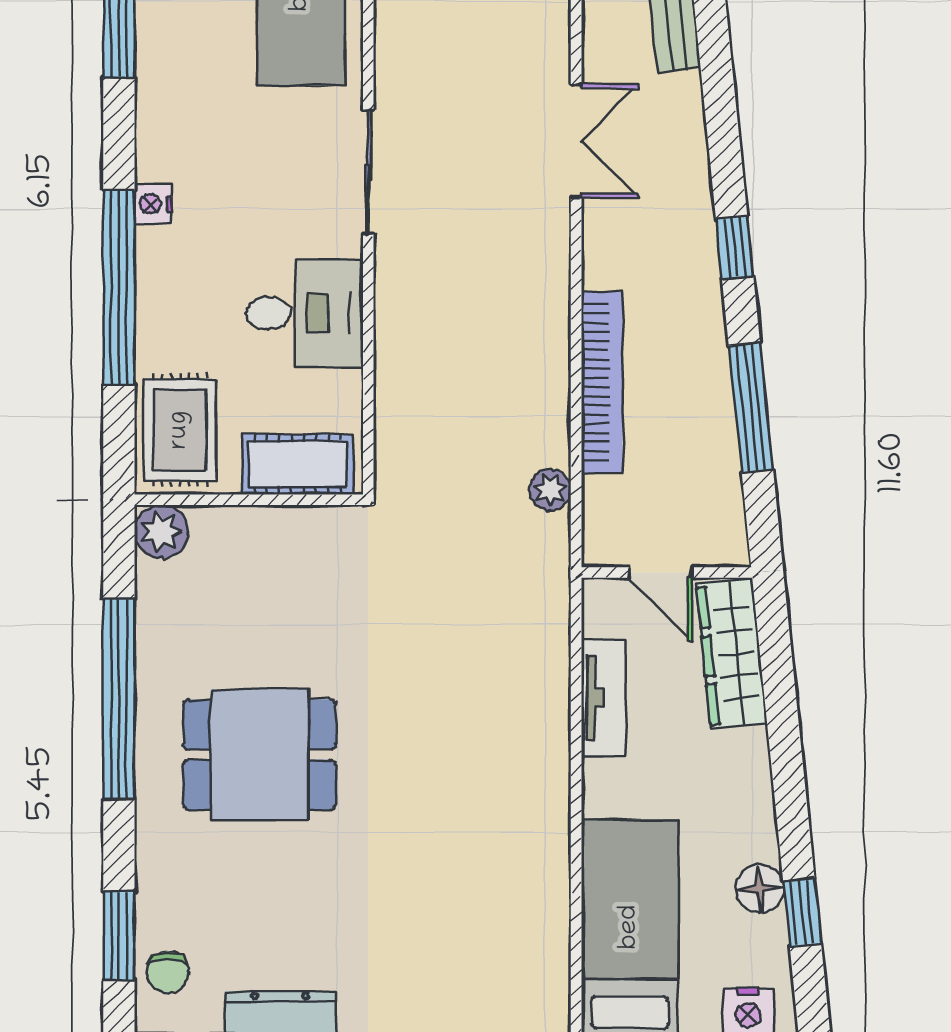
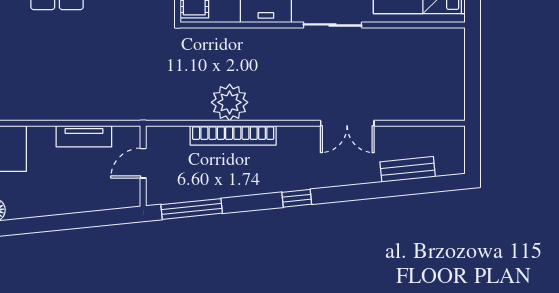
window: (751, 407) -> (192, 209), moved
plant: (550, 490) -> (230, 102), moved, width x1.87, depth x1.87
wardrobe: (732, 654) -> (105, 197), removed

